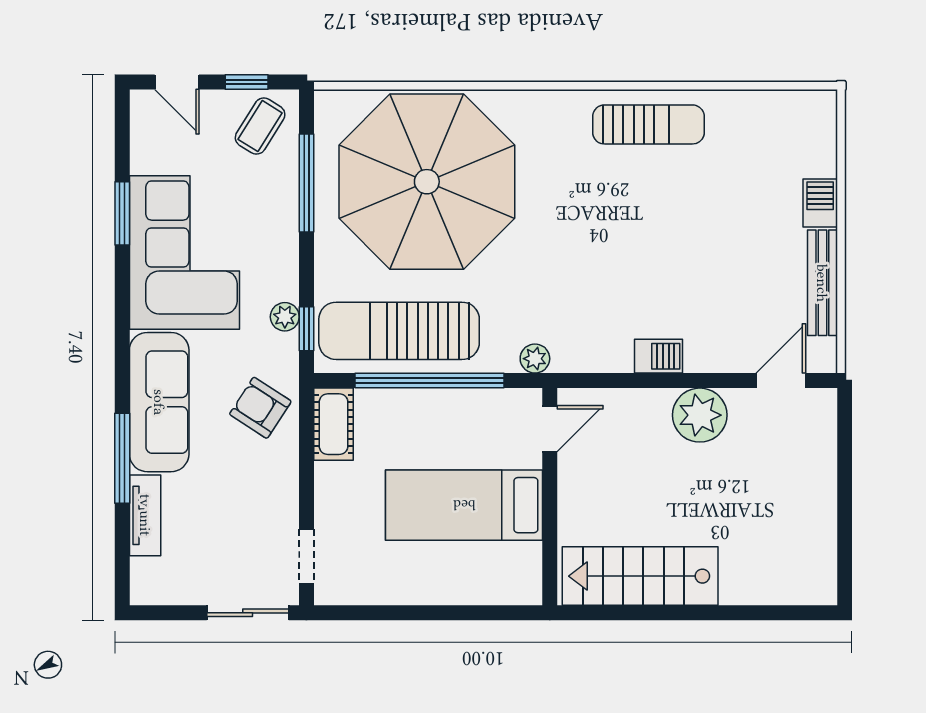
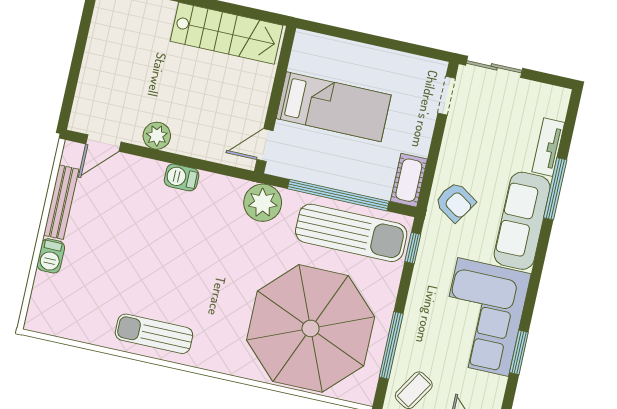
plant: (285, 317) -> (426, 259), removed
plant: (535, 359) -> (263, 203), width x1.87, depth x1.87
plant: (700, 415) -> (157, 136), width x0.73, depth x0.73

